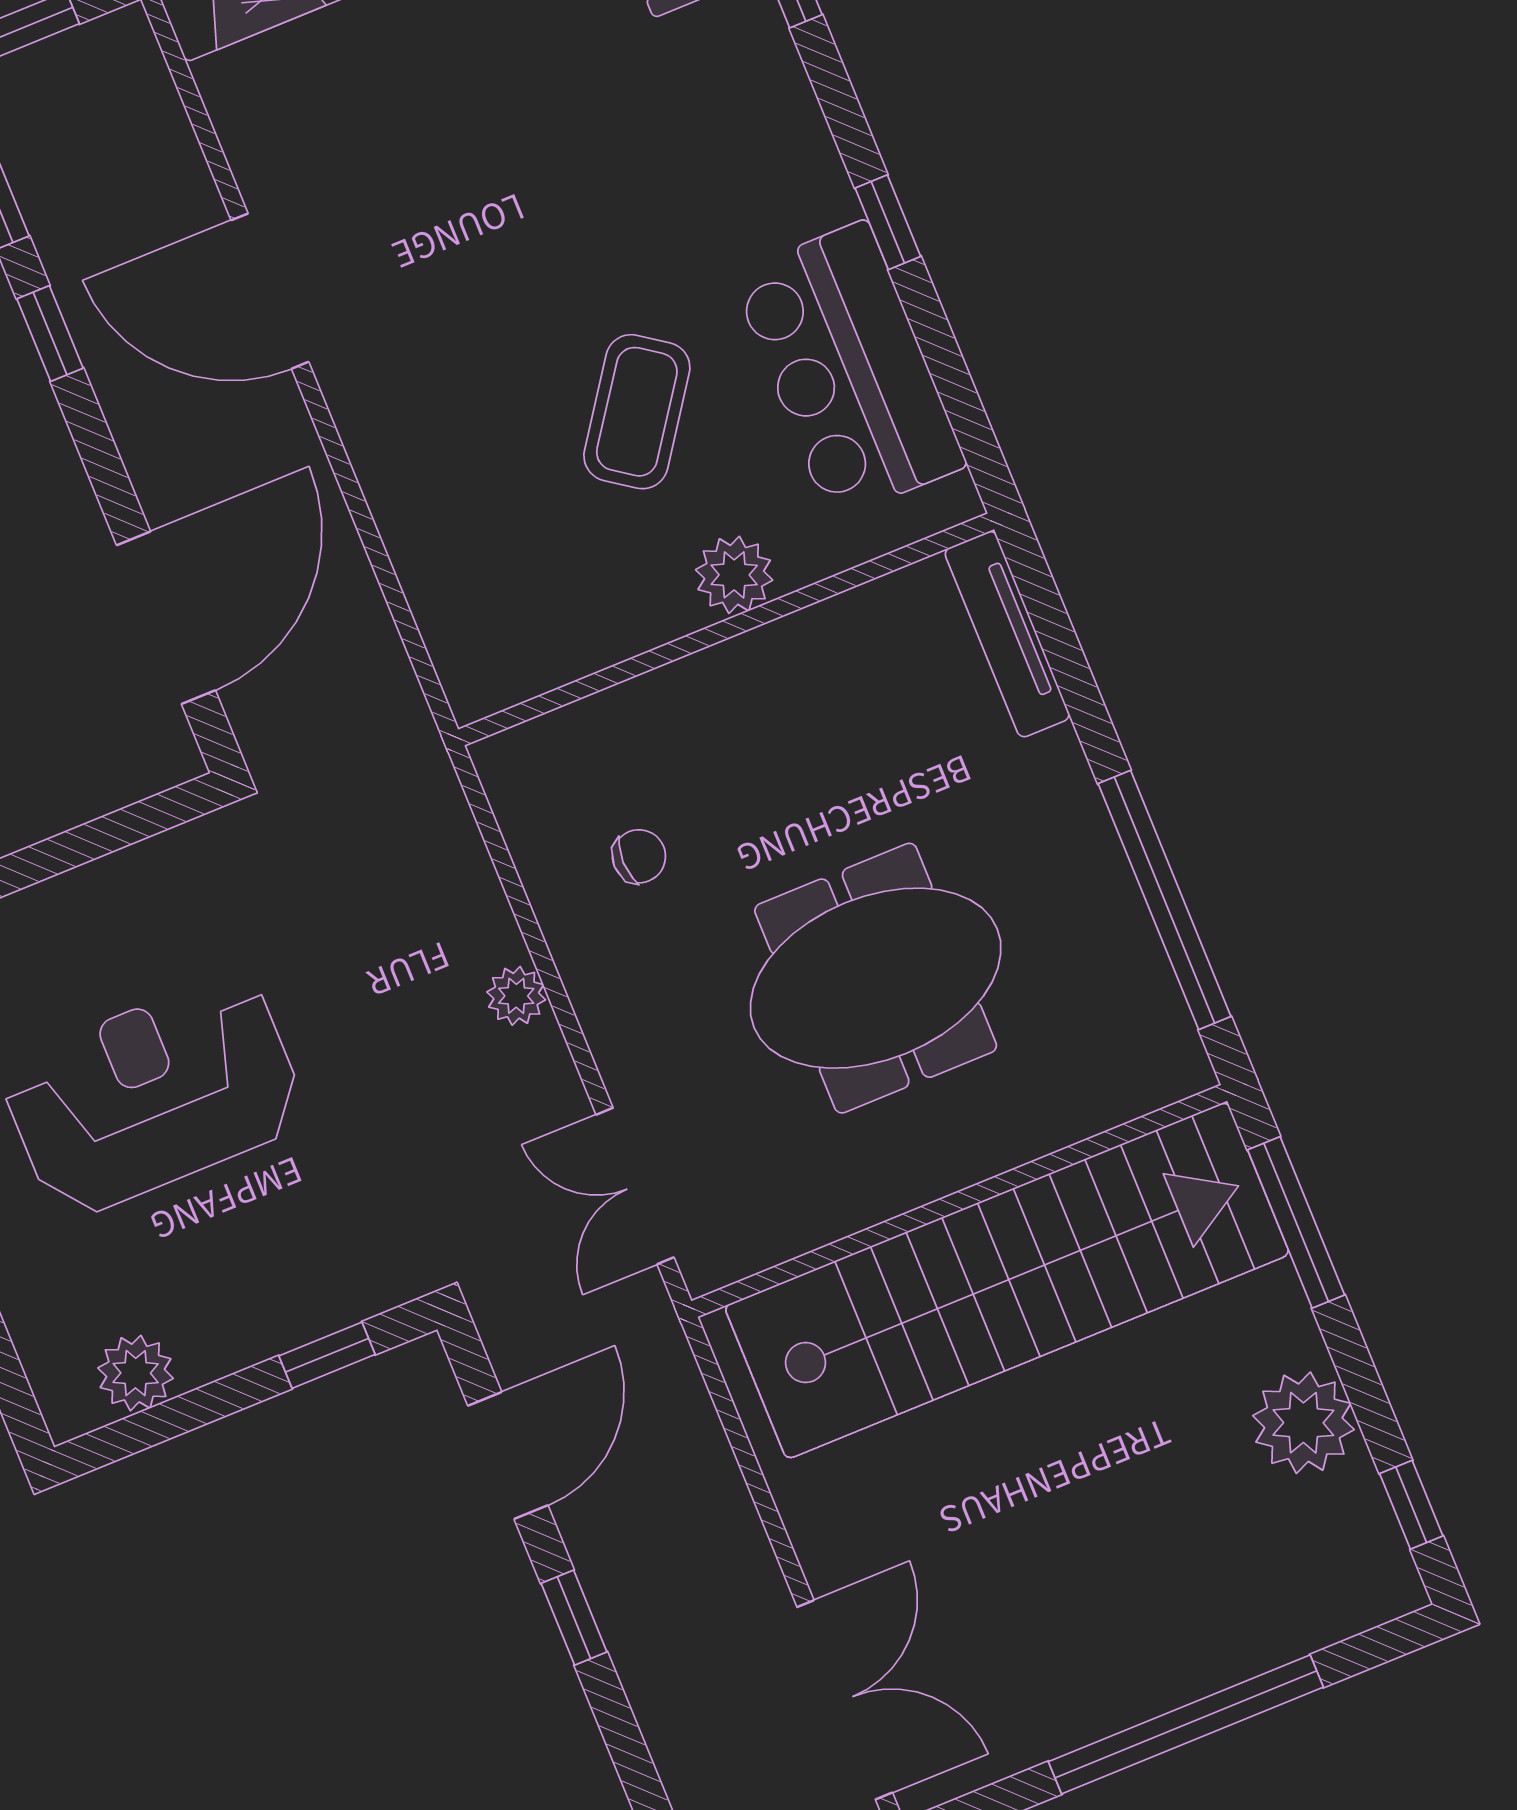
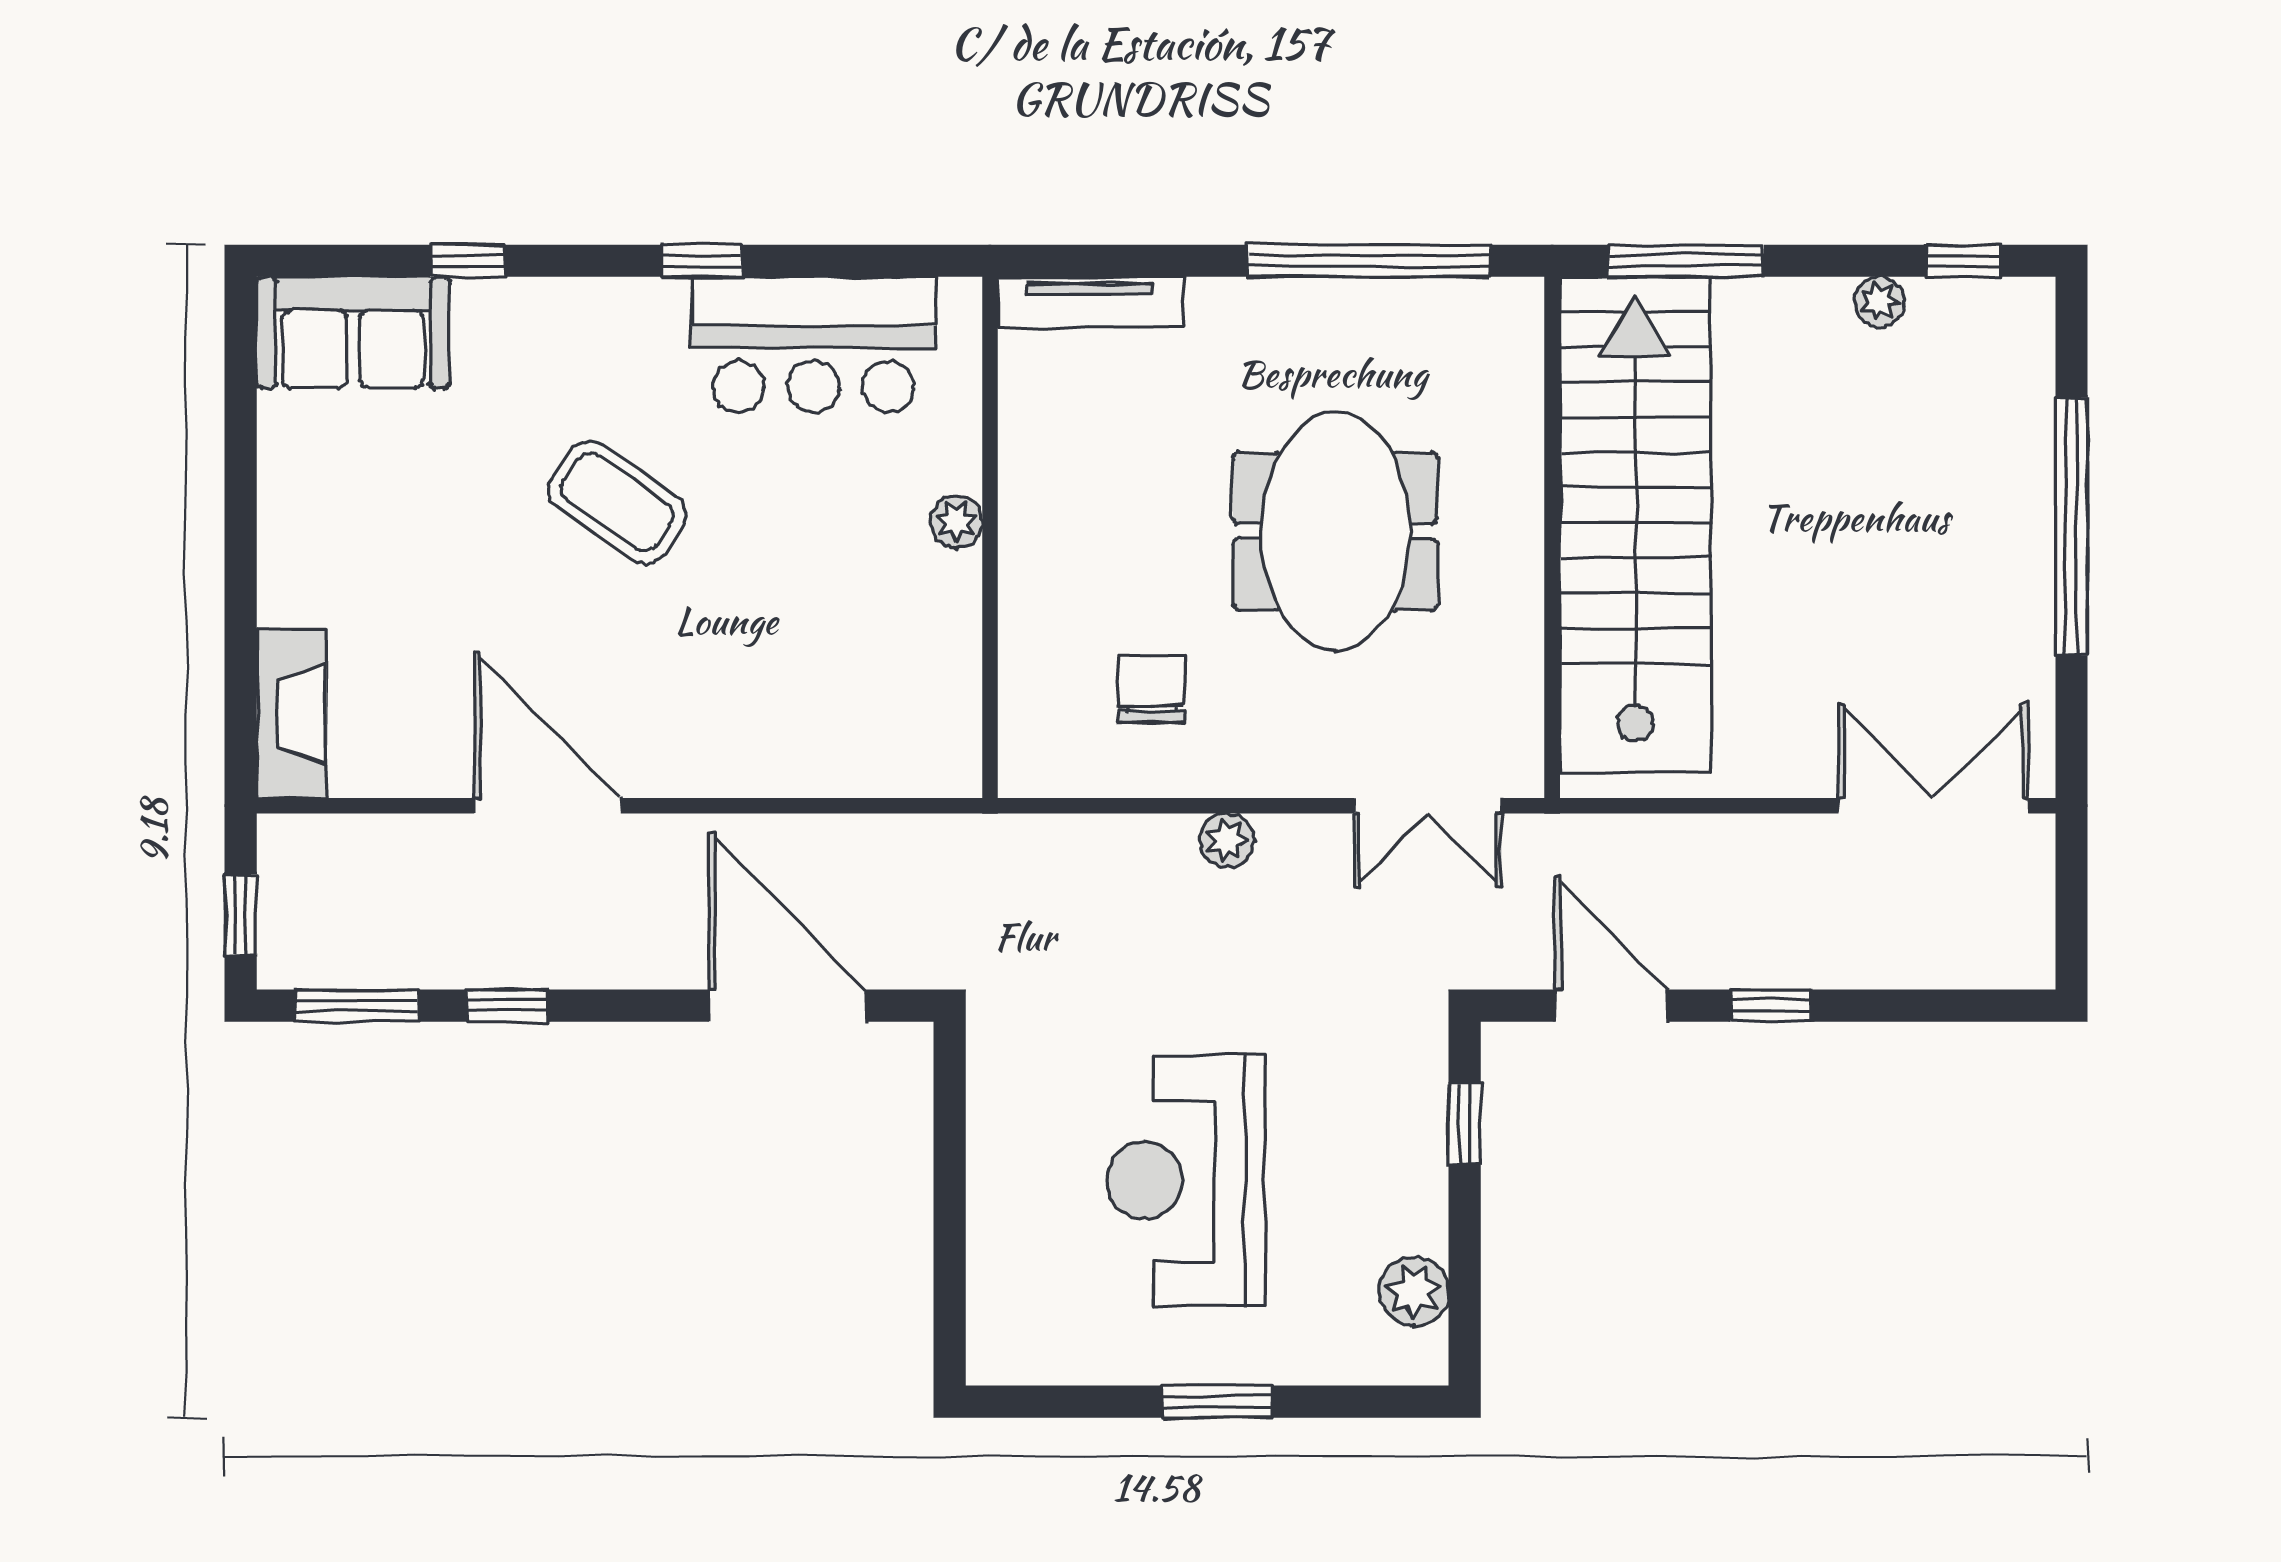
door: (270, 291) -> (548, 806), swing flipped
coffee table: (637, 412) -> (617, 502), moved
plant: (734, 575) -> (956, 521), width x0.73, depth x0.73
chair: (639, 856) -> (1151, 689), width x1.37, depth x1.37
plant: (1303, 1423) -> (1879, 302), width x0.53, depth x0.53

